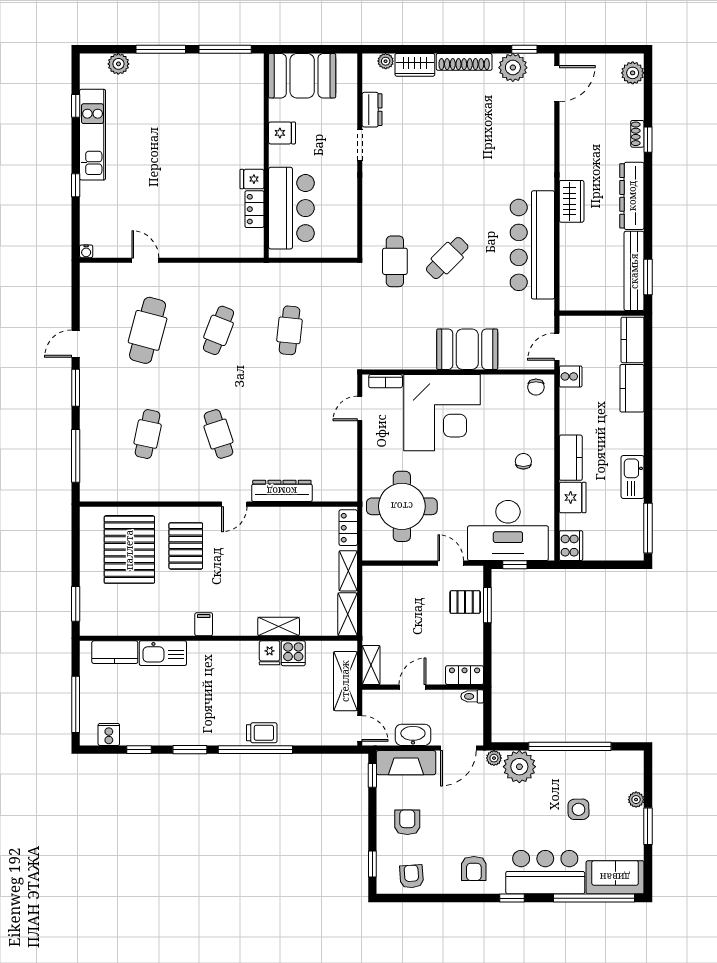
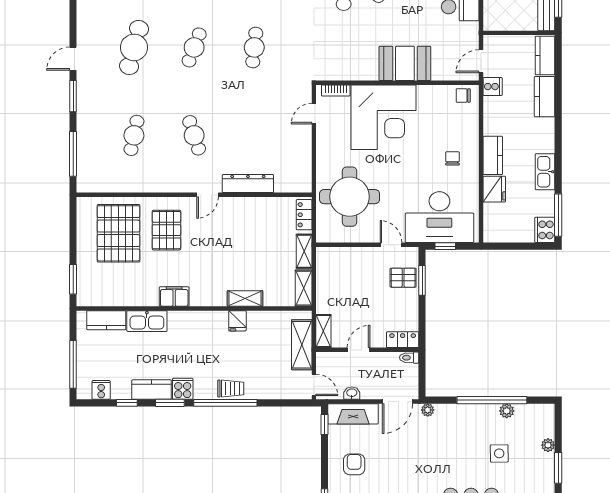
chair: (536, 387) -> (463, 96), turned 90
cooker: (571, 546) -> (545, 230), moved, turned 180
filing cabinet: (204, 624) -> (174, 297), width x2.00
cooker: (293, 653) -> (183, 389), moved, turned 180
kitchen counter: (168, 734) -> (152, 390), added
washbasin: (413, 735) -> (352, 393), width x0.52, depth x0.69
plant: (519, 767) -> (507, 411), moved, width x0.53, depth x0.53

